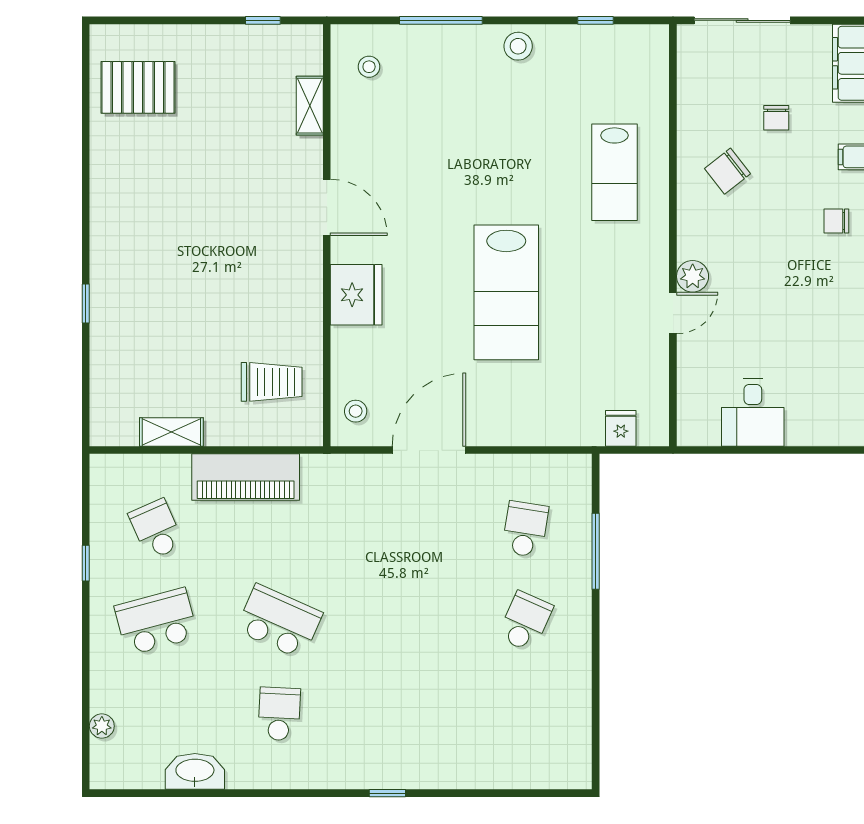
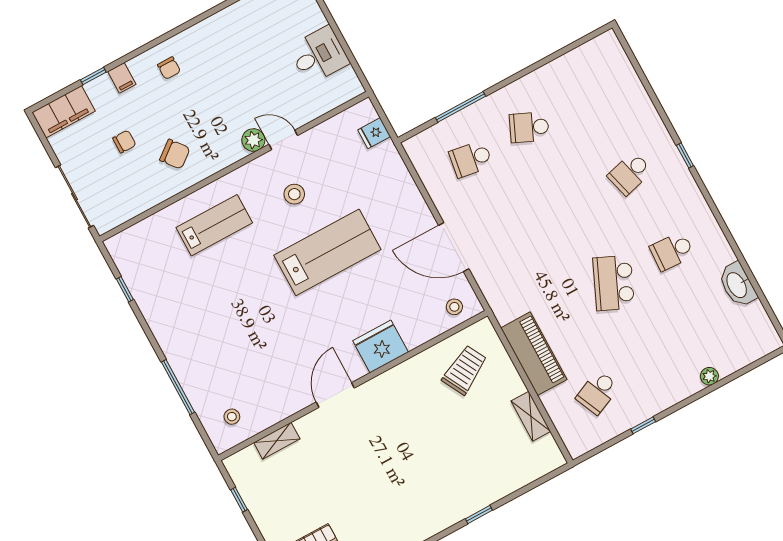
stool: (518, 46) -> (294, 194), moved
trolley: (272, 382) -> (465, 370), turned 62
school desk: (156, 622) -> (630, 173), moved, width x0.54
plant: (102, 726) -> (709, 376), moved

